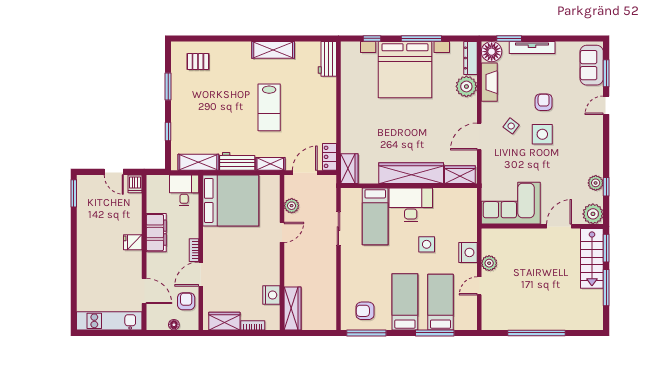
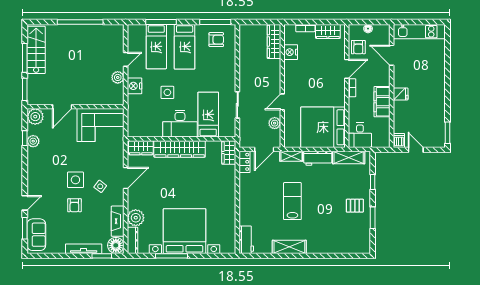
window: (372, 38) -> (211, 256), removed
pallet: (198, 62) -> (355, 206), moved
stairs: (592, 258) -> (36, 50), moved

